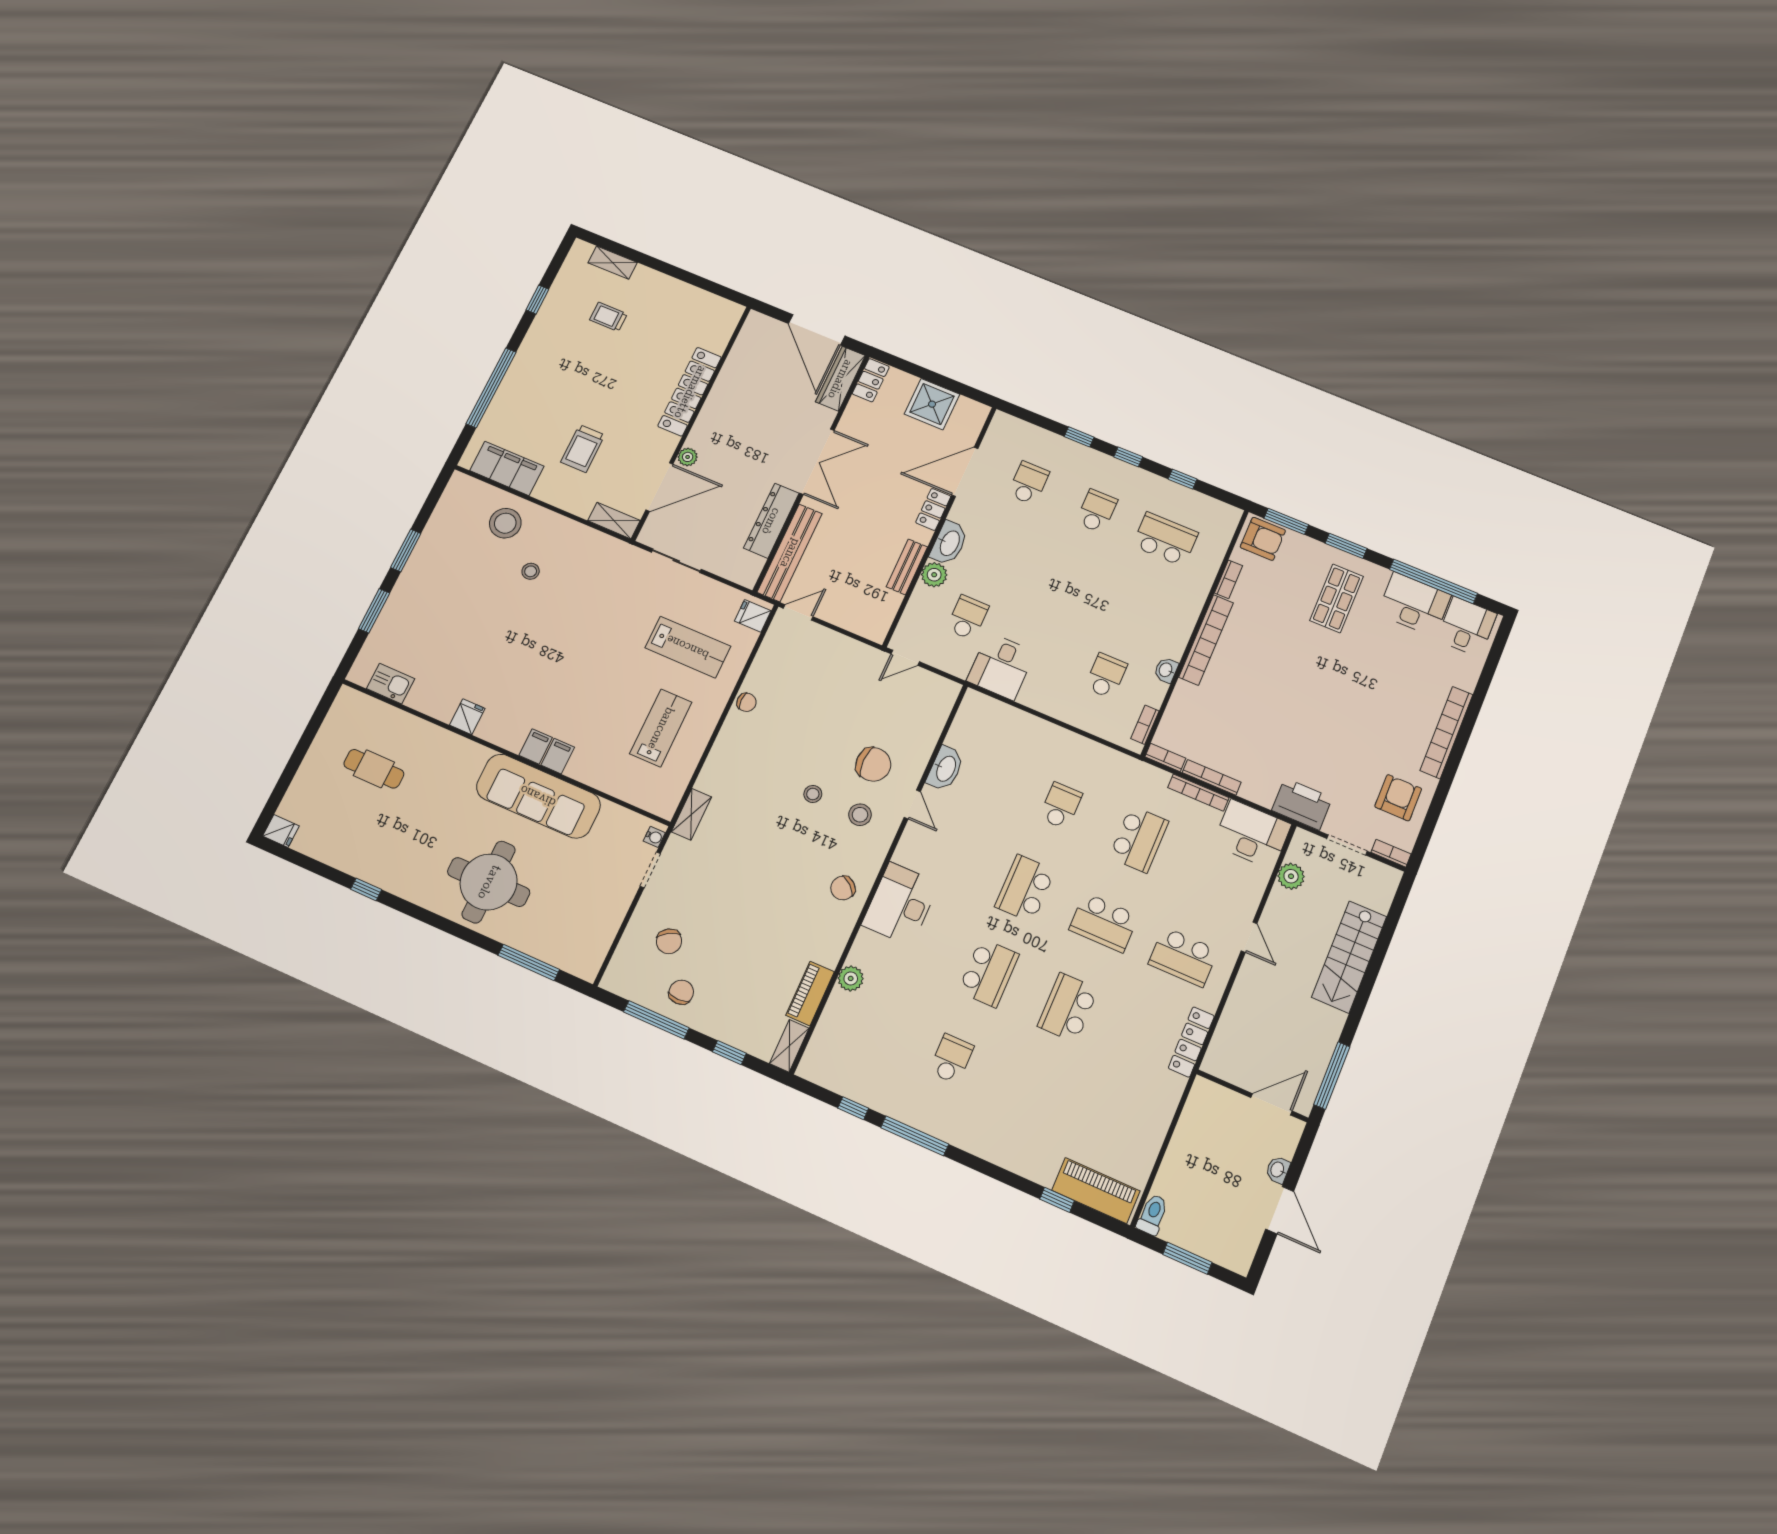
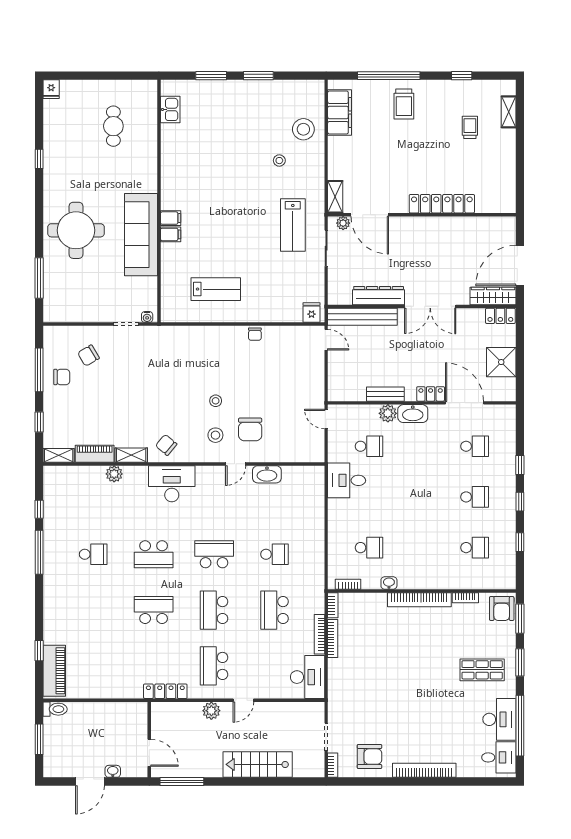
trolley: (583, 448) -> (404, 104), moved, turned -90
plant: (688, 457) -> (343, 223), moved
school desk: (1165, 539) -> (475, 548), width x0.54
lab bench: (688, 647) -> (293, 225), moved
fridge: (467, 717) -> (170, 167), removed
printer: (1302, 804) -> (340, 700), removed
shelving: (691, 814) -> (131, 455), moved
school desk: (1139, 839) -> (275, 610), turned 90
plant: (1291, 876) -> (211, 711), moved

